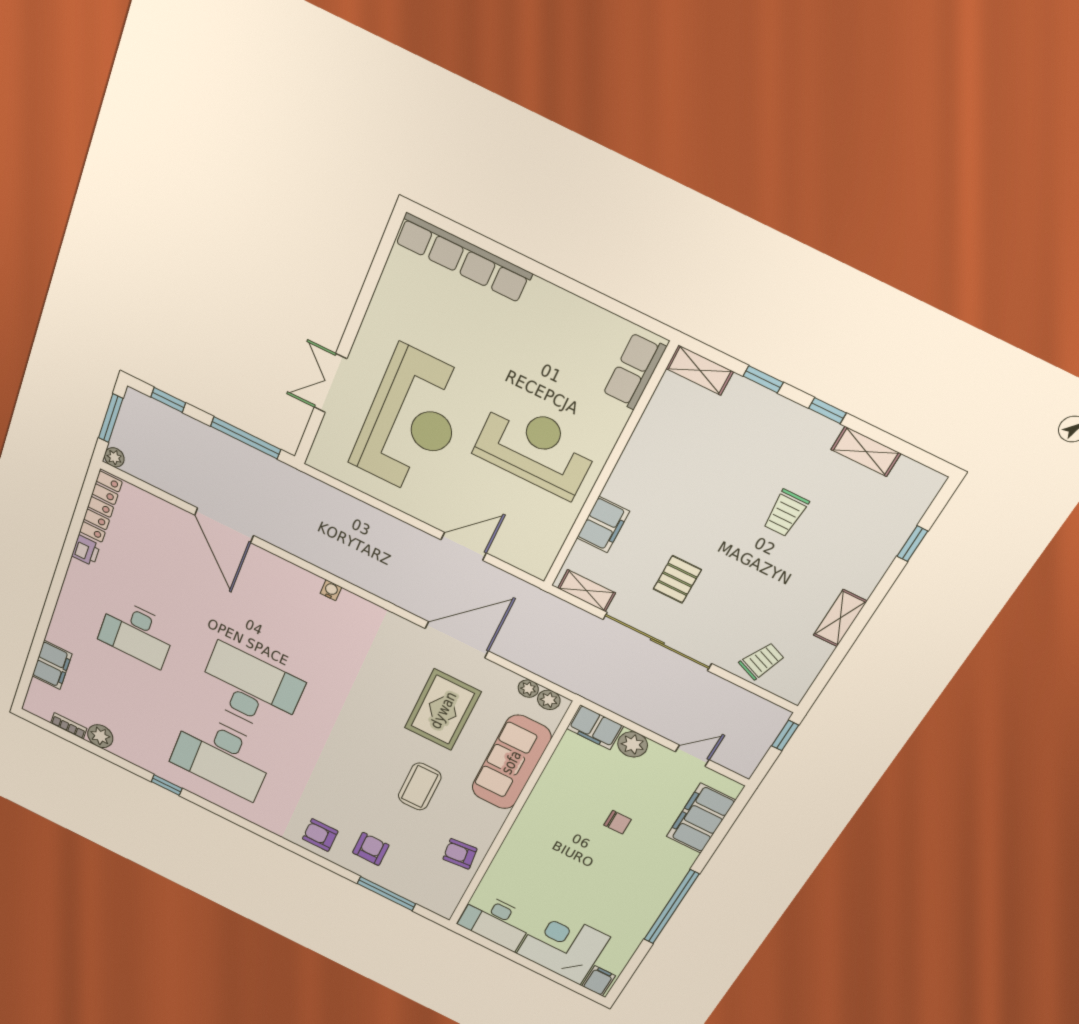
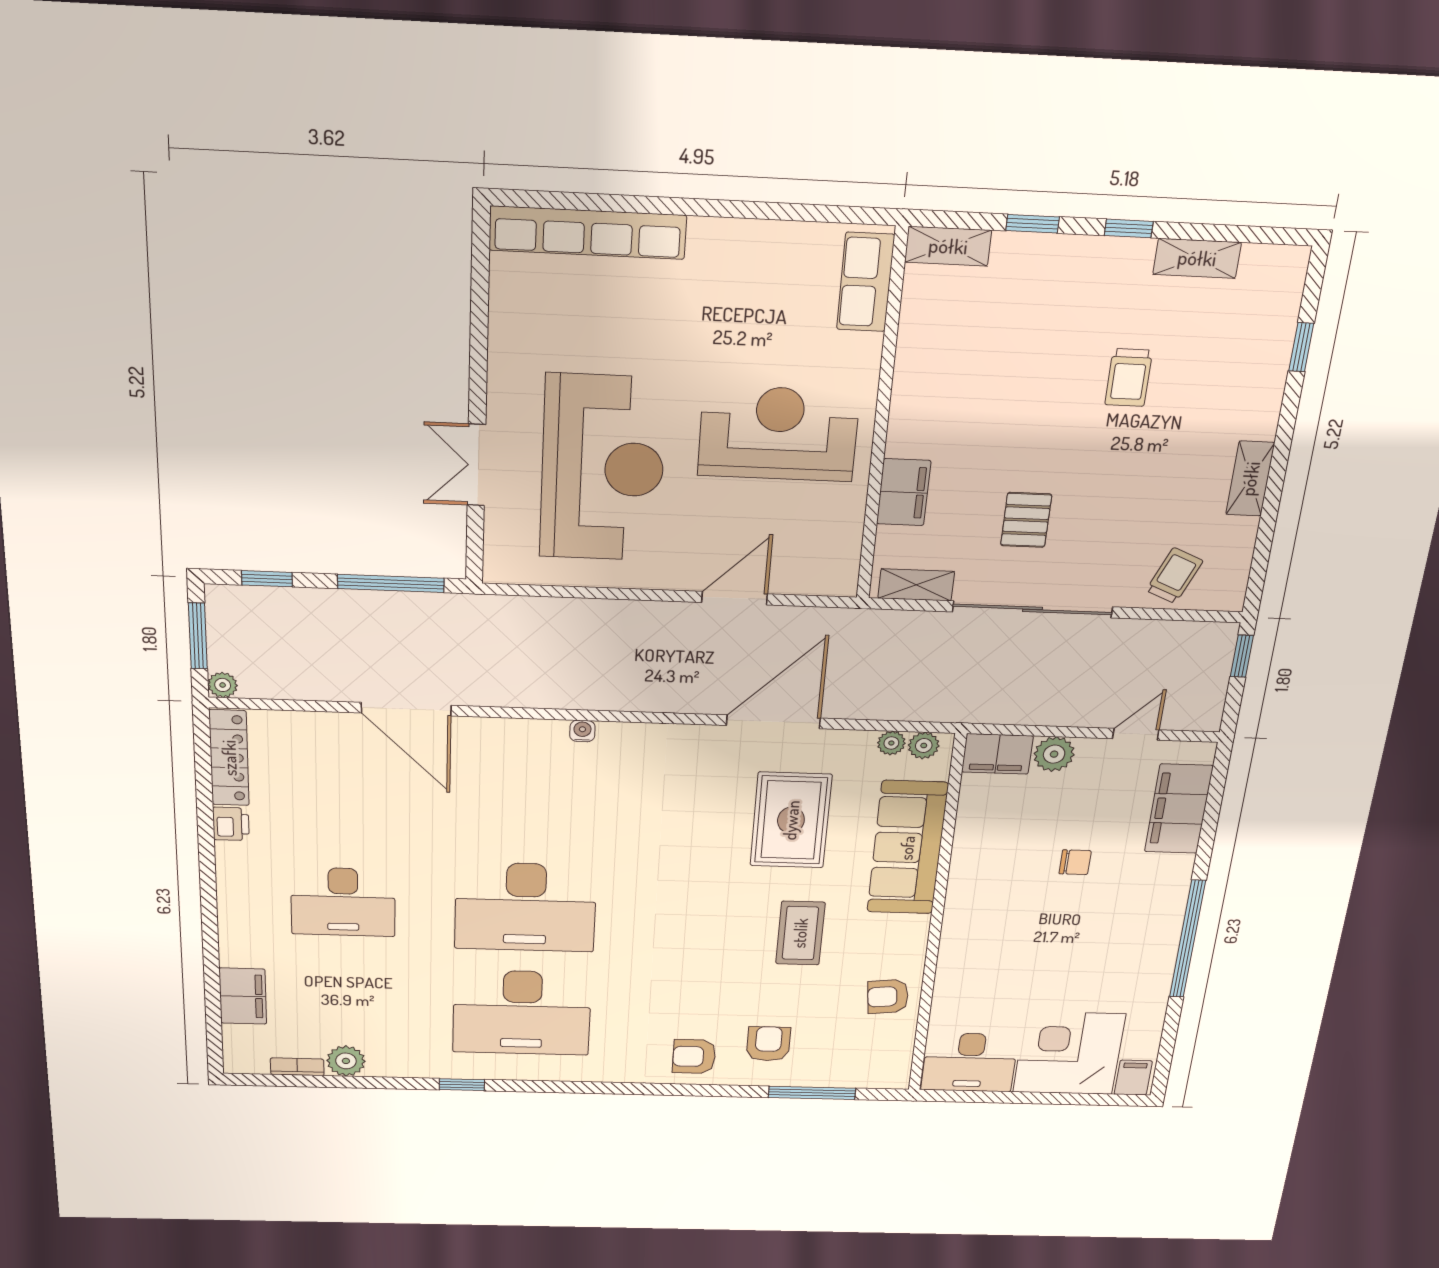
desk: (250, 689) -> (525, 907), turned 180

